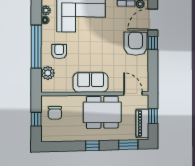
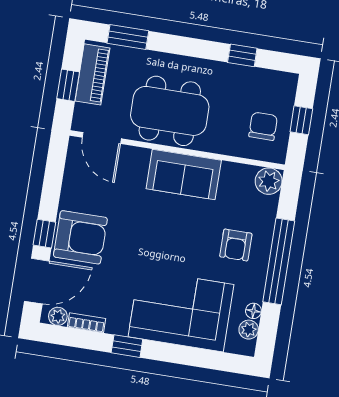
armchair: (136, 44) -> (80, 237), turned -90
plant: (48, 73) -> (269, 181), moved
window: (92, 146) -> (242, 55), moved

